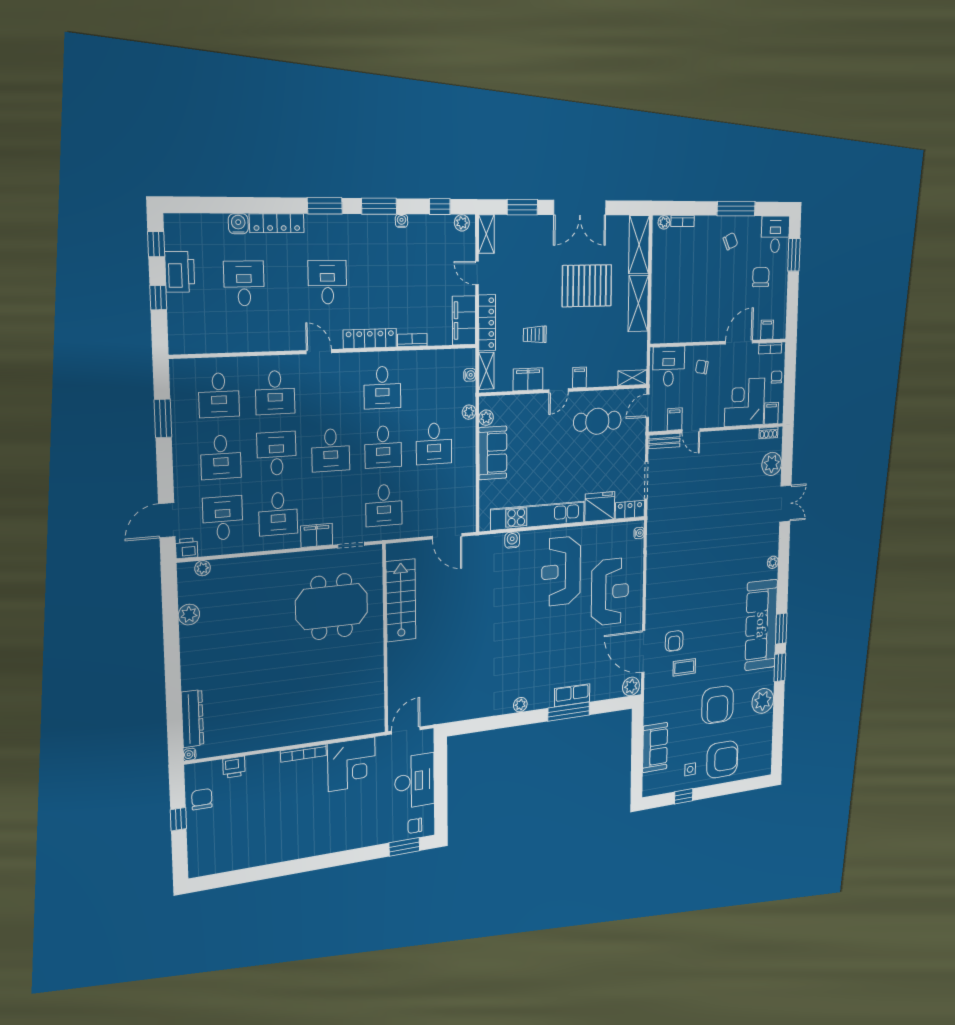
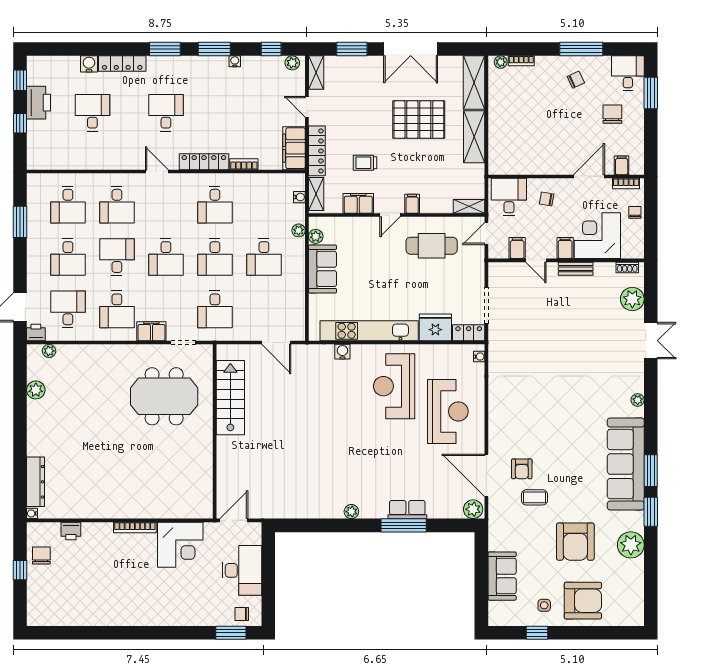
filing cabinet: (771, 413) -> (565, 248), moved
bench: (664, 441) -> (576, 269), moved

